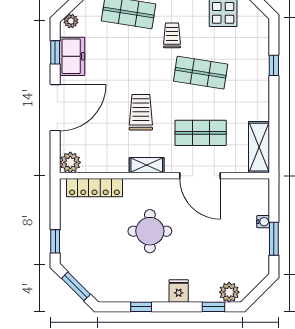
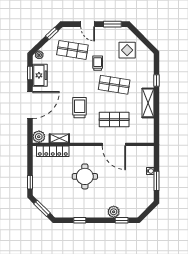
shelving: (259, 147) -> (148, 103), moved
shelving: (147, 165) -> (59, 138), moved
fridge: (179, 291) -> (101, 211), removed
plant: (229, 292) -> (114, 212), moved

